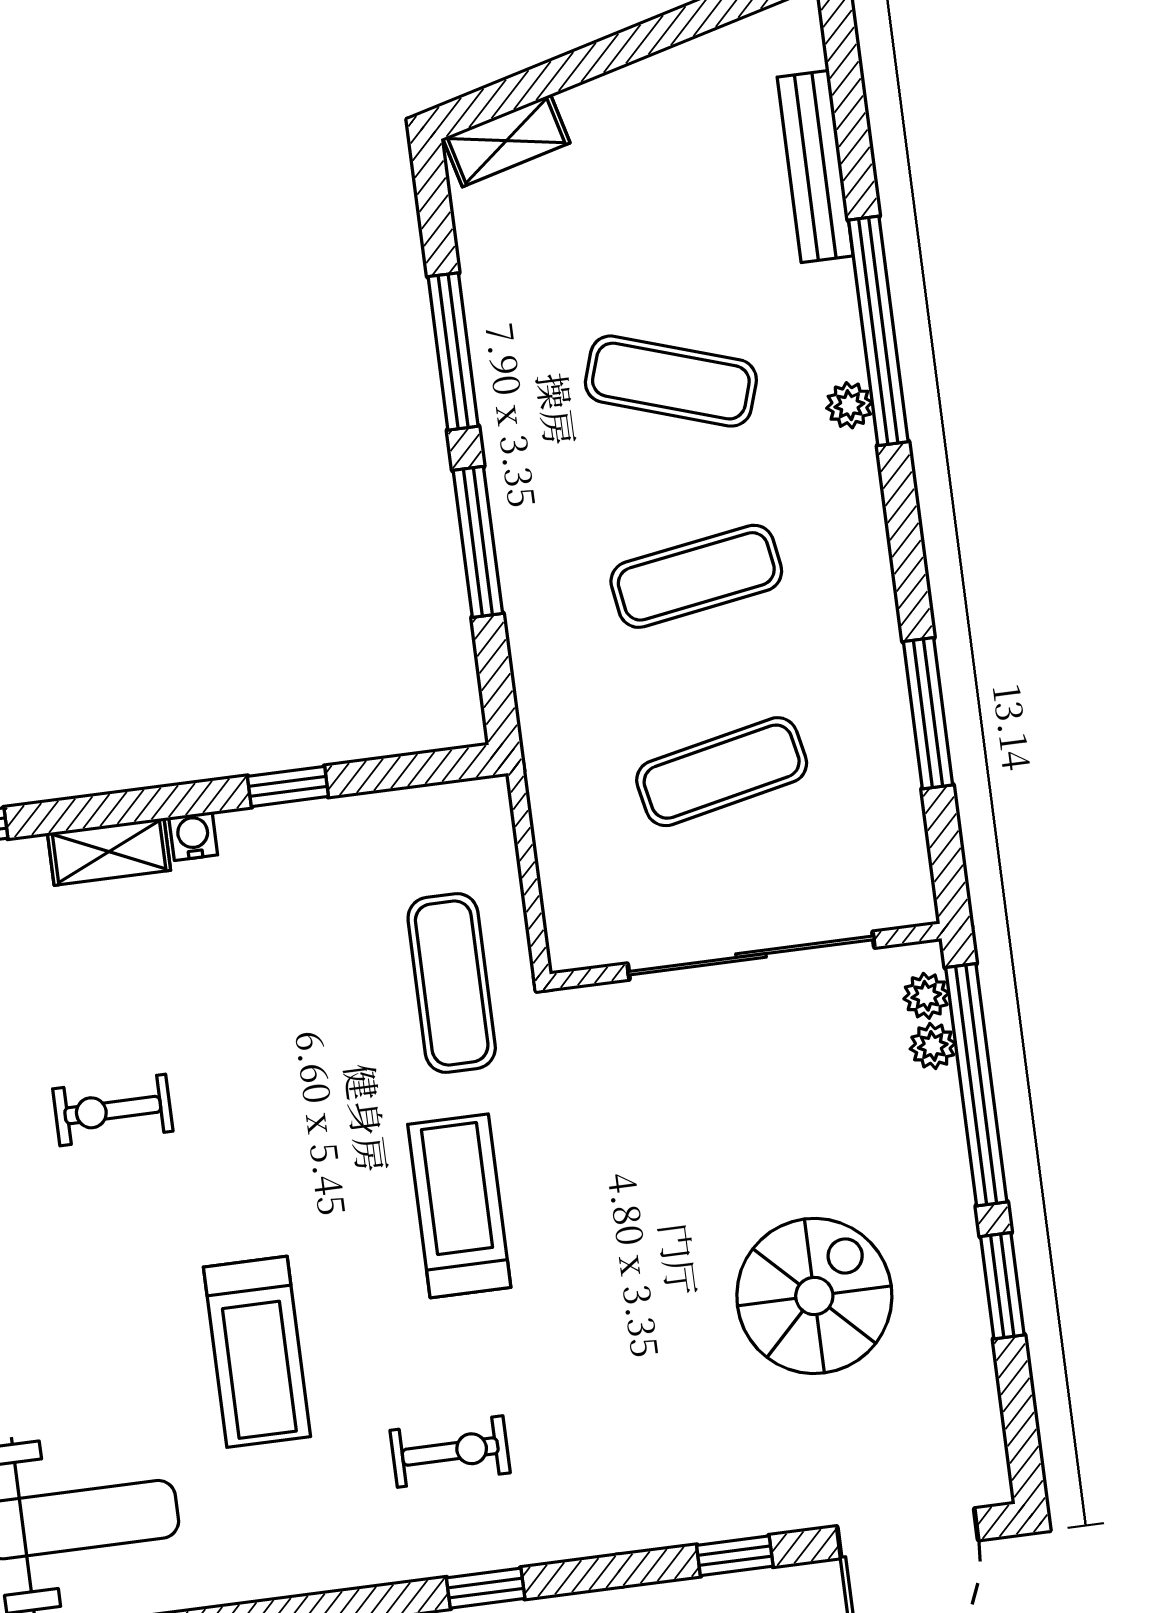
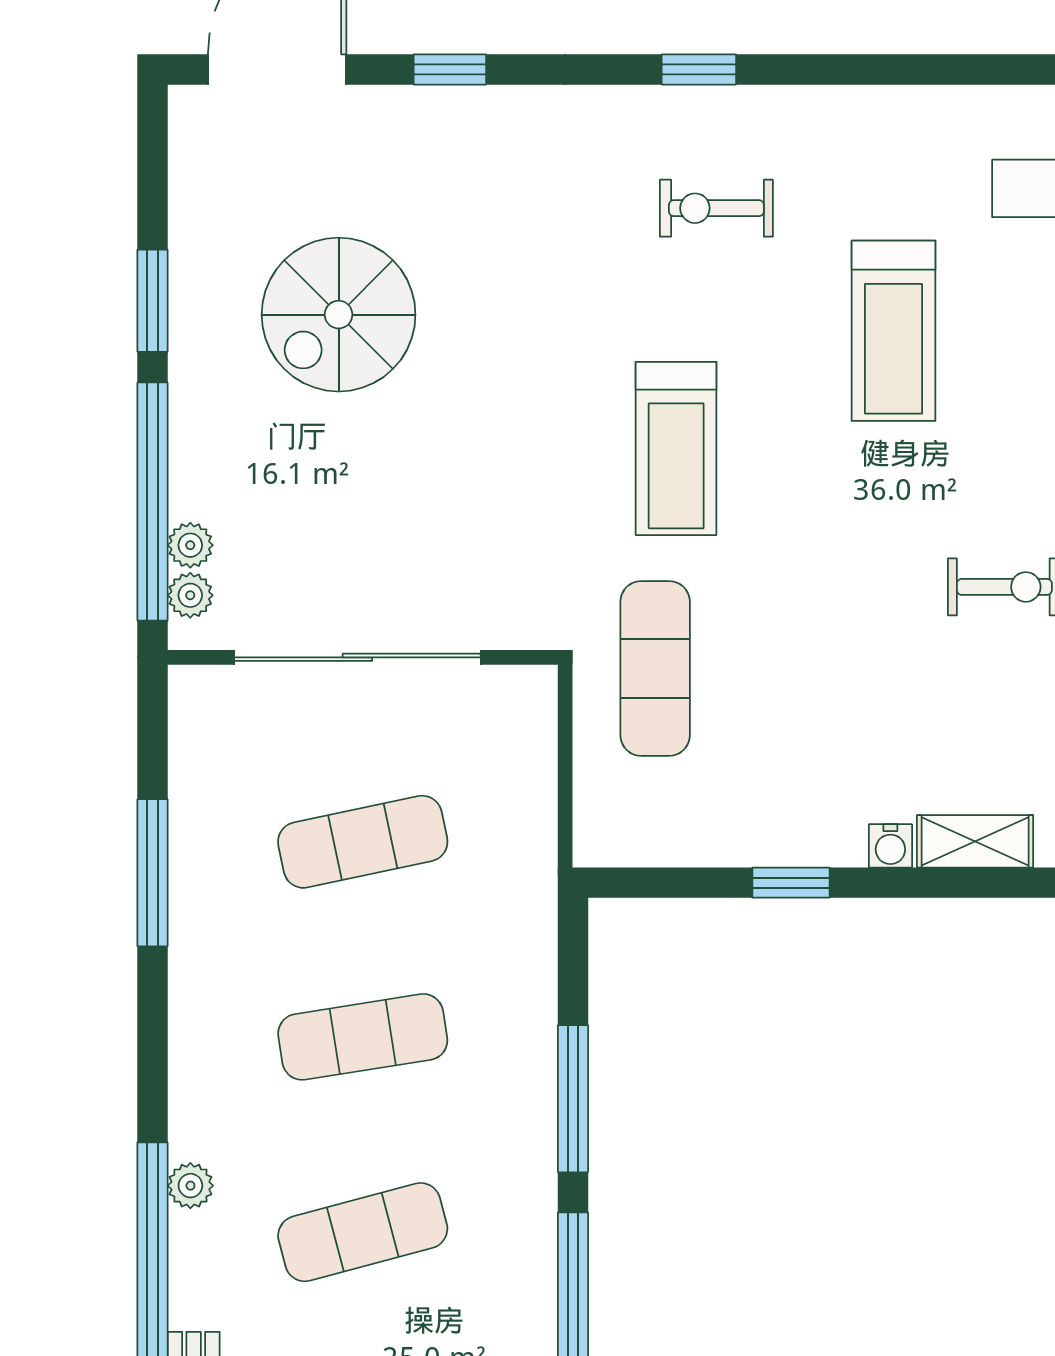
exercise mat: (671, 381) -> (363, 1232), turned -33
treadmill: (257, 1352) -> (894, 331), turned 180

